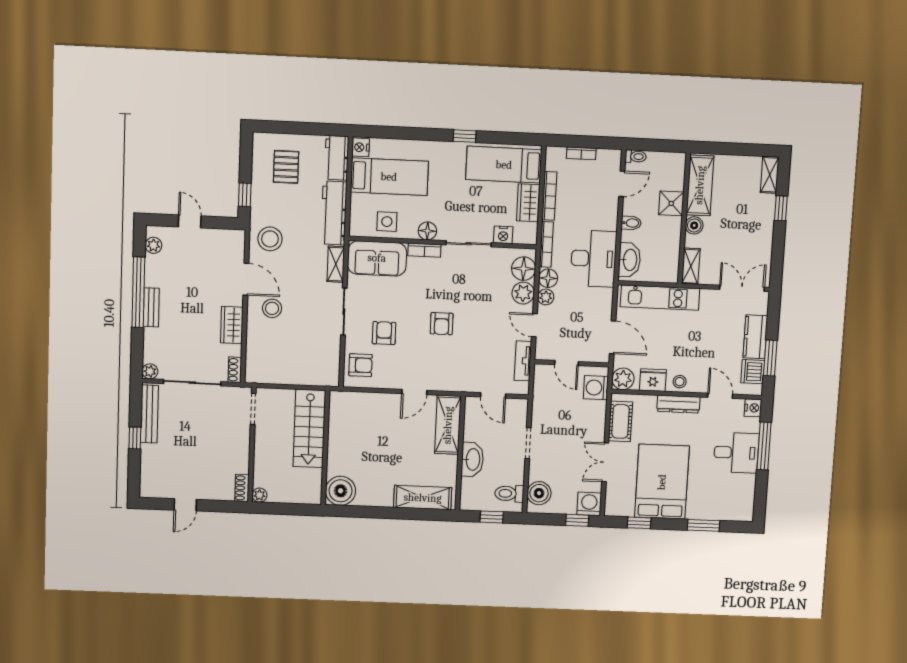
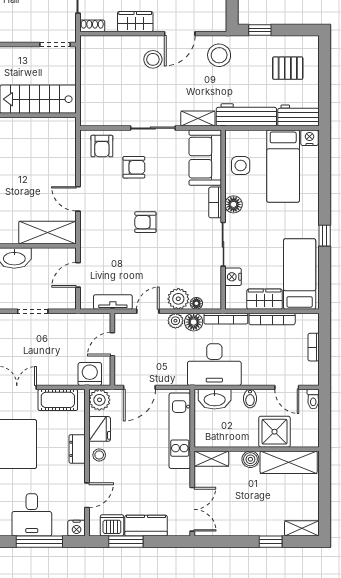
shower: (671, 203) -> (275, 432), width x1.36, depth x1.36
floor lamp: (524, 269) -> (196, 303), width x0.53, depth x0.53
dresser: (678, 404) -> (77, 449), width x0.70

